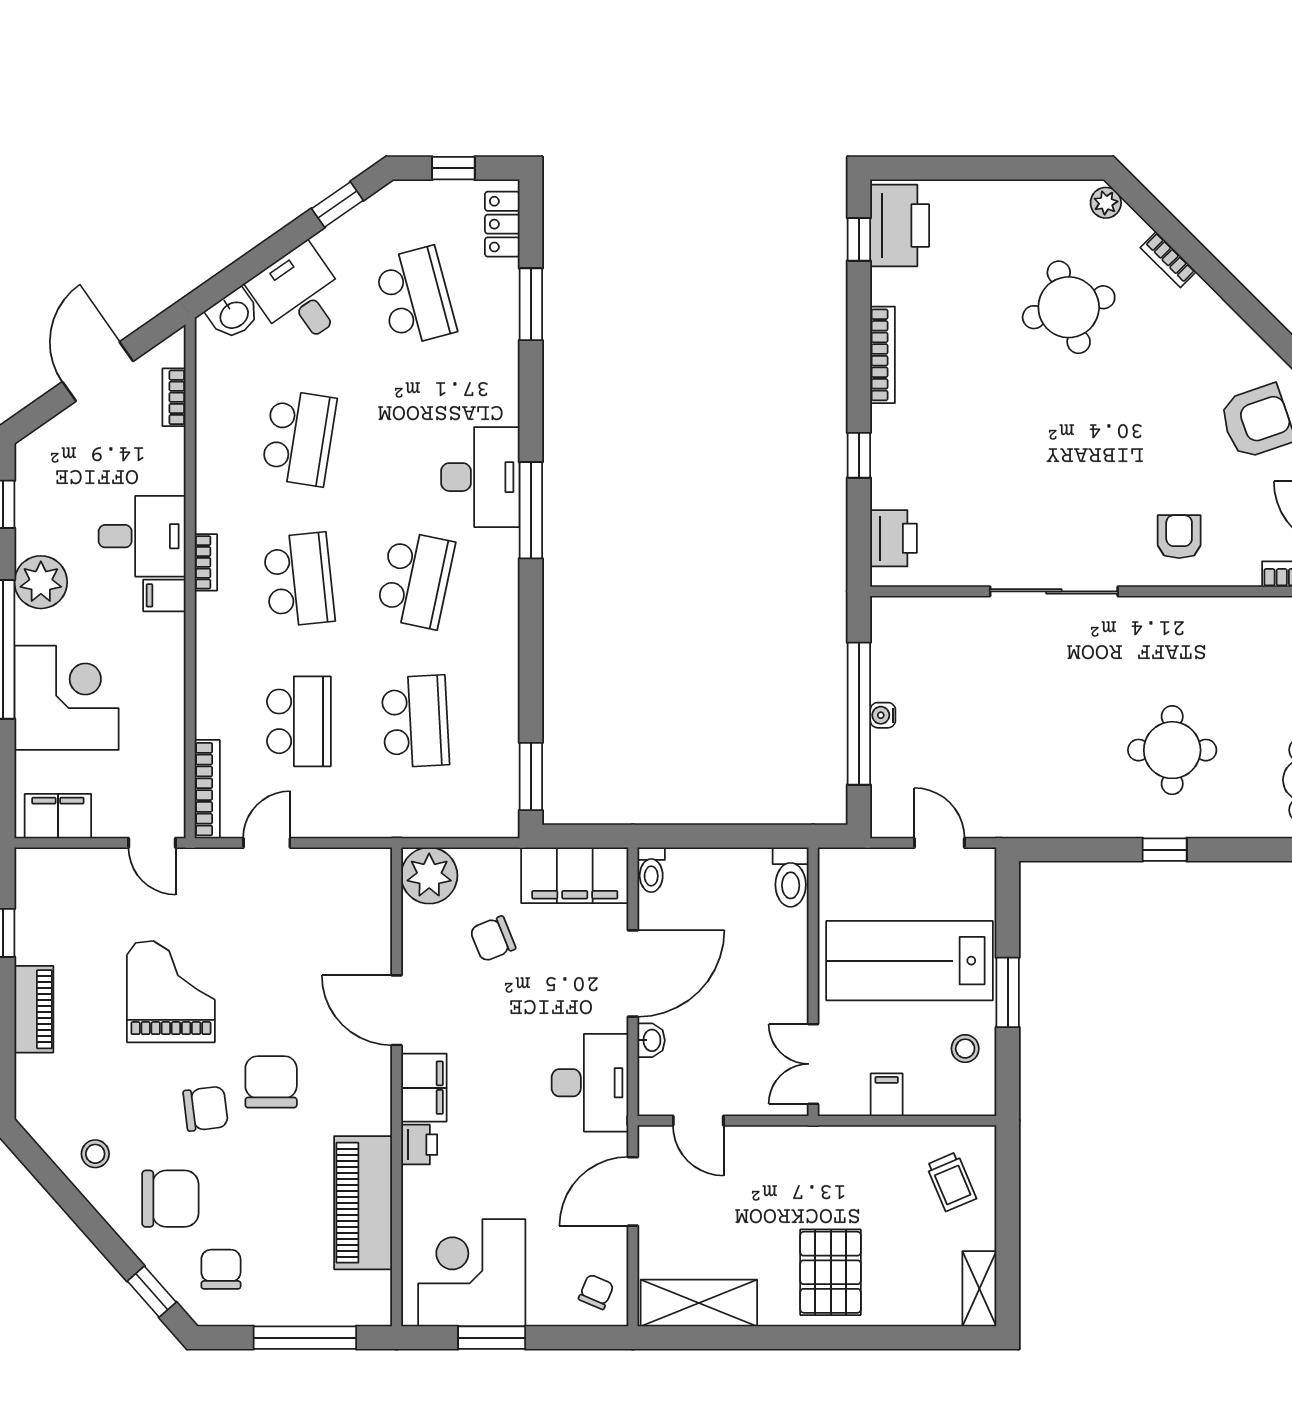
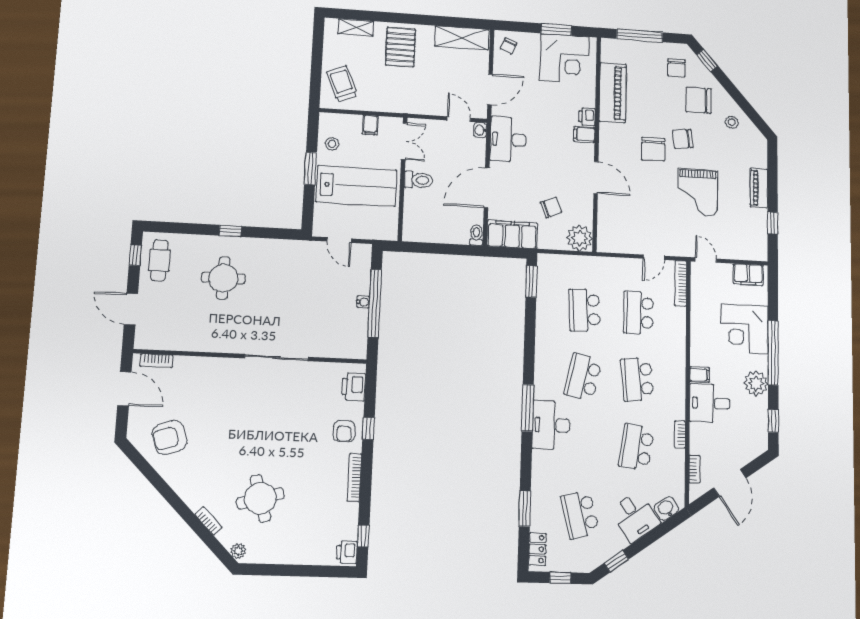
printer: (900, 225) -> (347, 552), width x0.53, depth x0.68
armchair: (1179, 537) -> (344, 431), moved
bookcase: (206, 562) -> (680, 434), moved
toilet: (791, 877) -> (419, 180), moved, turned 90
washbasin: (651, 1040) -> (480, 130), moved
filing cabinet: (424, 1088) -> (584, 134), width x0.50
trolley: (951, 1182) -> (342, 84), width x1.36, depth x1.39
shelving: (979, 1289) -> (356, 27), moved, turned 90

